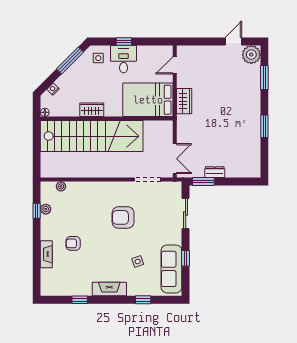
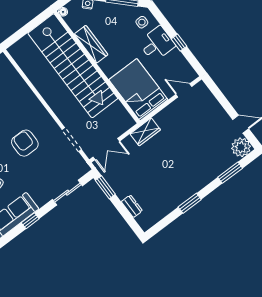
window: (124, 41) -> (179, 43), moved
wardrobe: (184, 101) -> (145, 132), moved
wardrobe: (92, 110) -> (91, 44), width x1.50
dresser: (215, 172) -> (132, 206), moved
plant: (61, 186) -> (12, 72), removed

